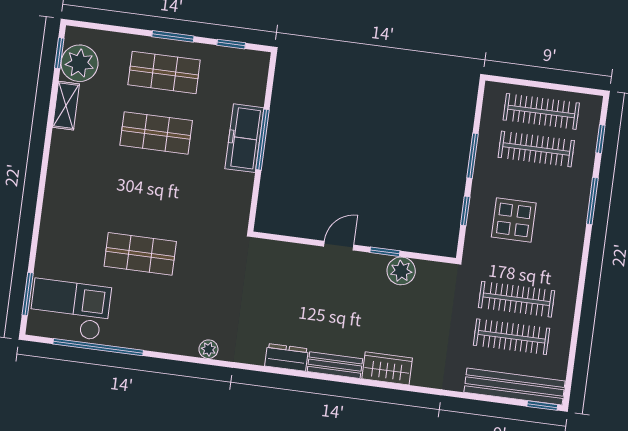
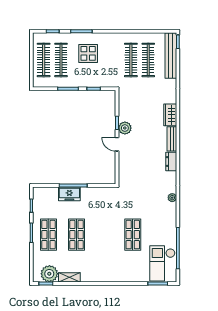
freezer: (244, 138) -> (69, 194), width x0.71
display table: (514, 220) -> (88, 53), moved
plant: (401, 271) -> (125, 128), moved

